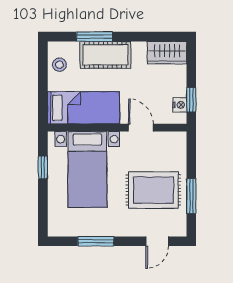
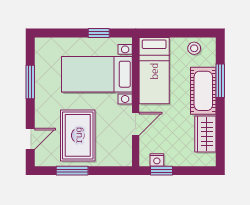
wardrobe: (167, 53) -> (205, 134), moved
door: (157, 241) -> (30, 139), swing flipped

